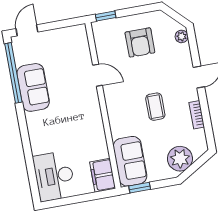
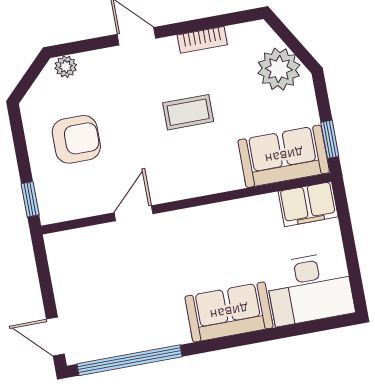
sofa: (33, 87) -> (229, 312), moved

